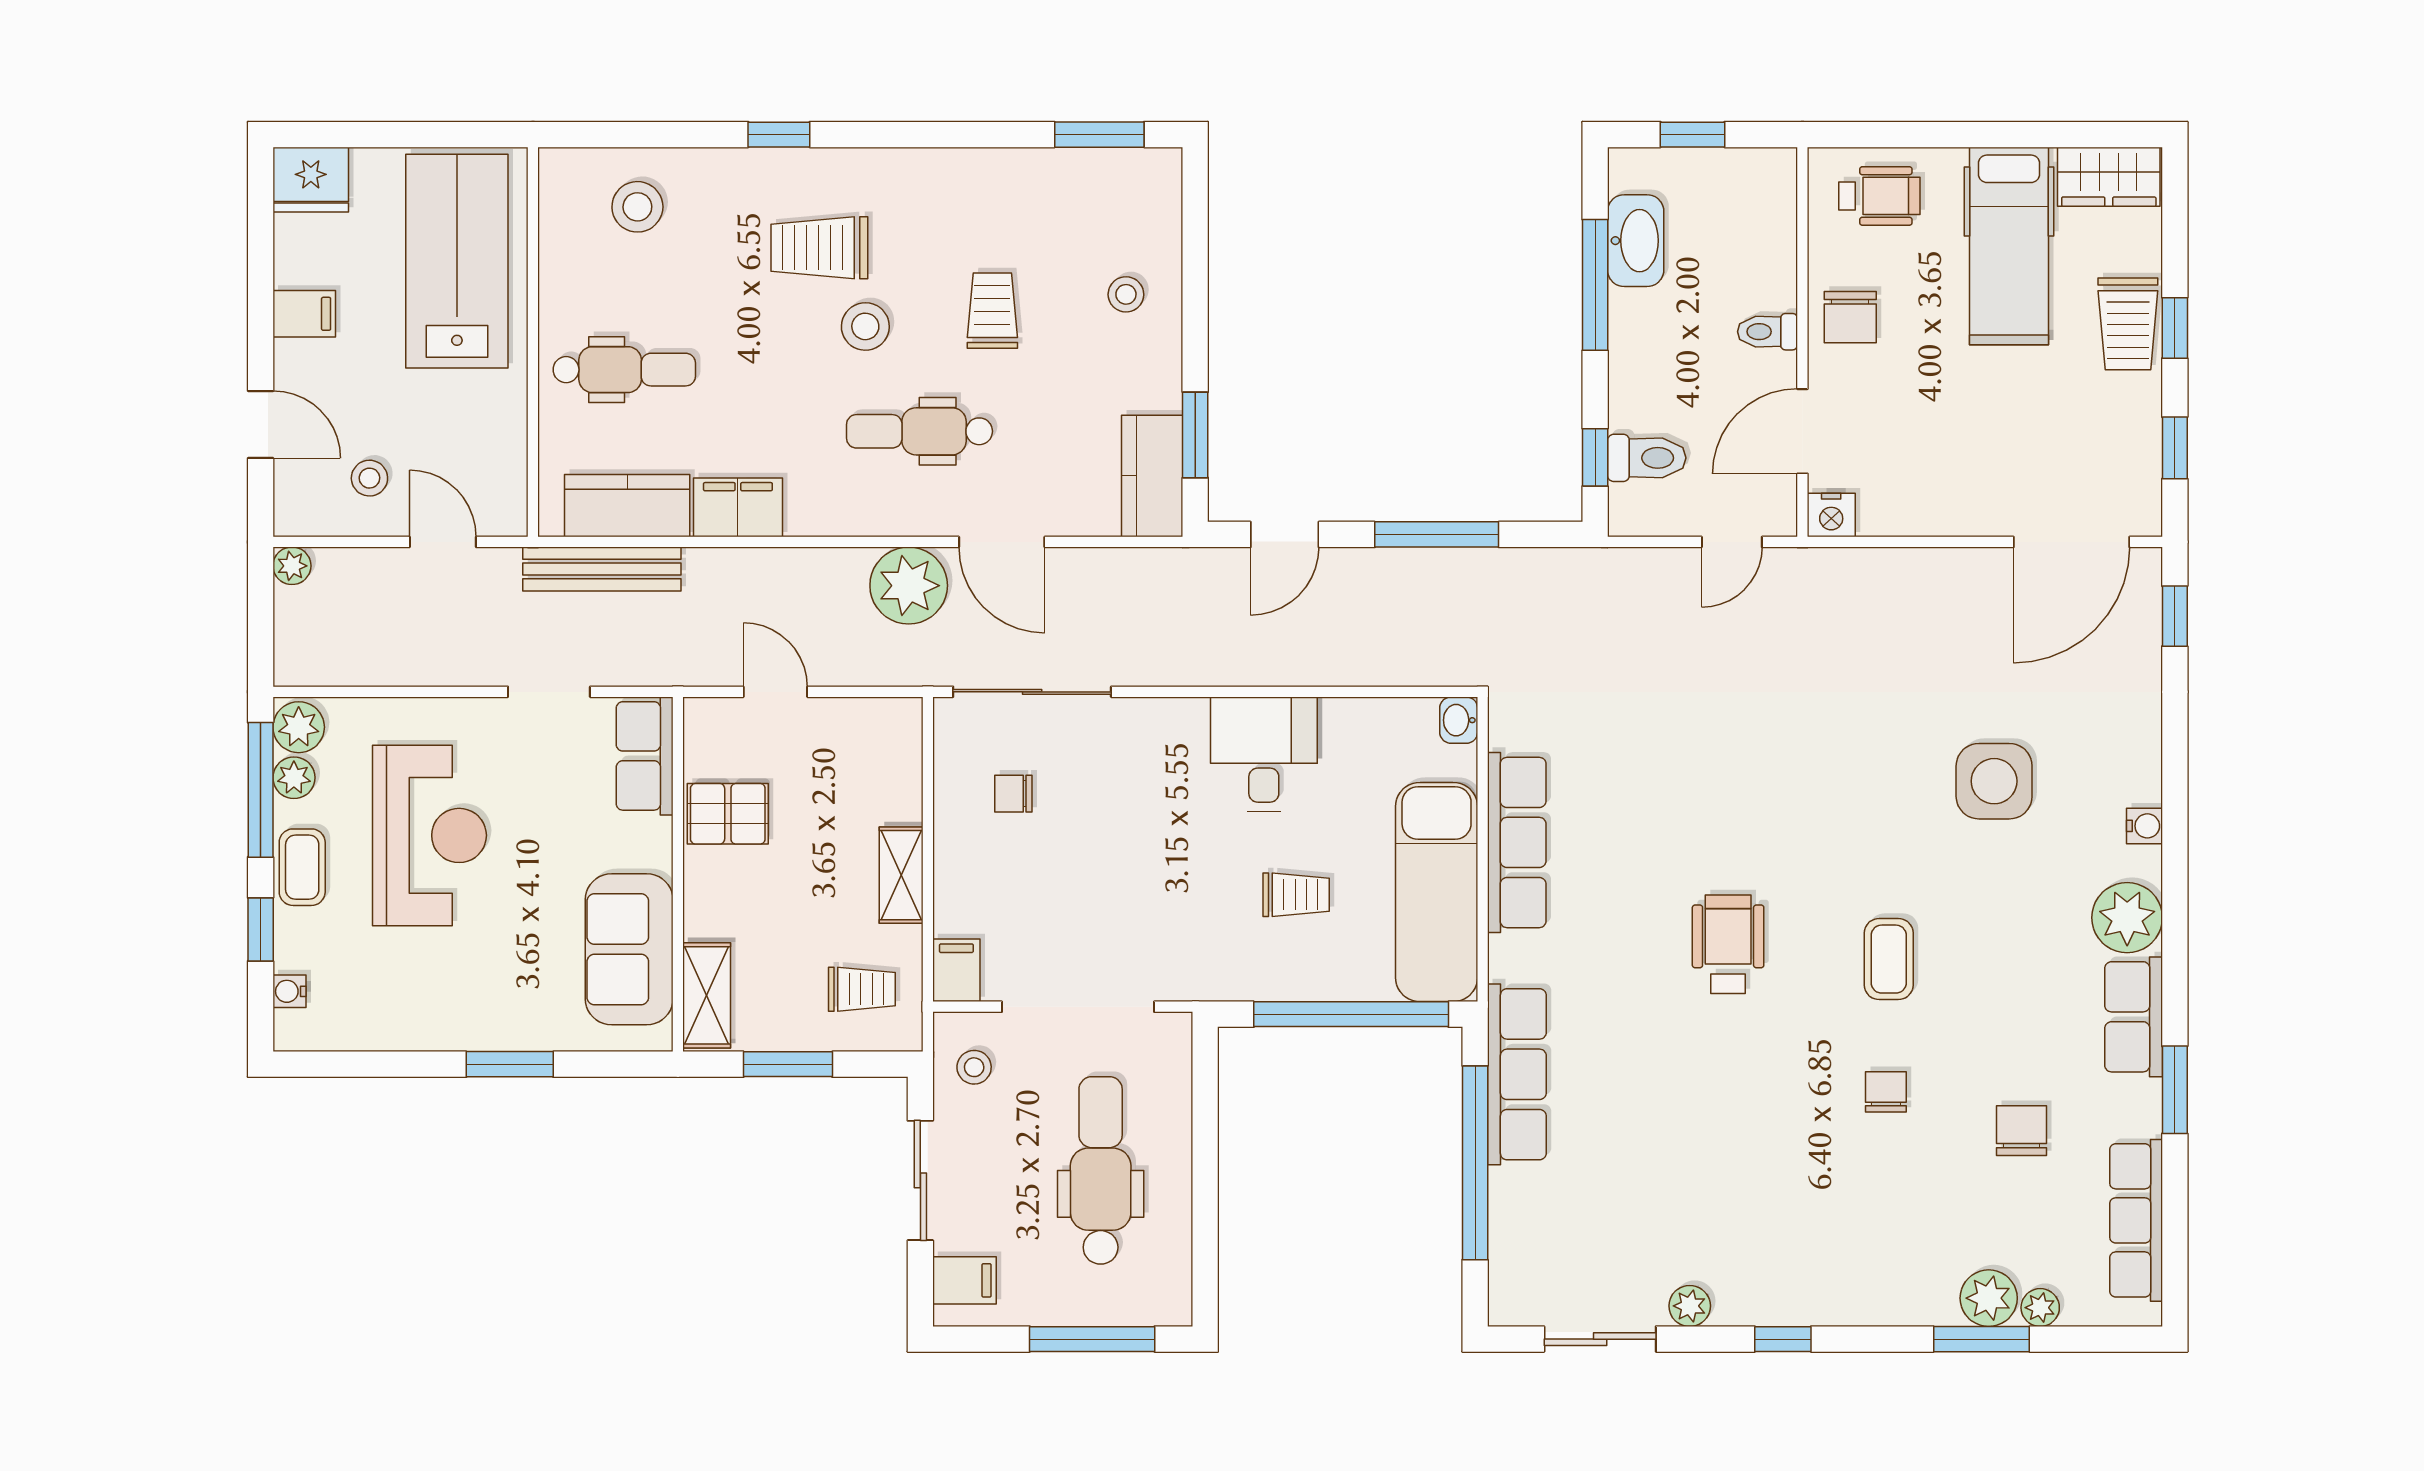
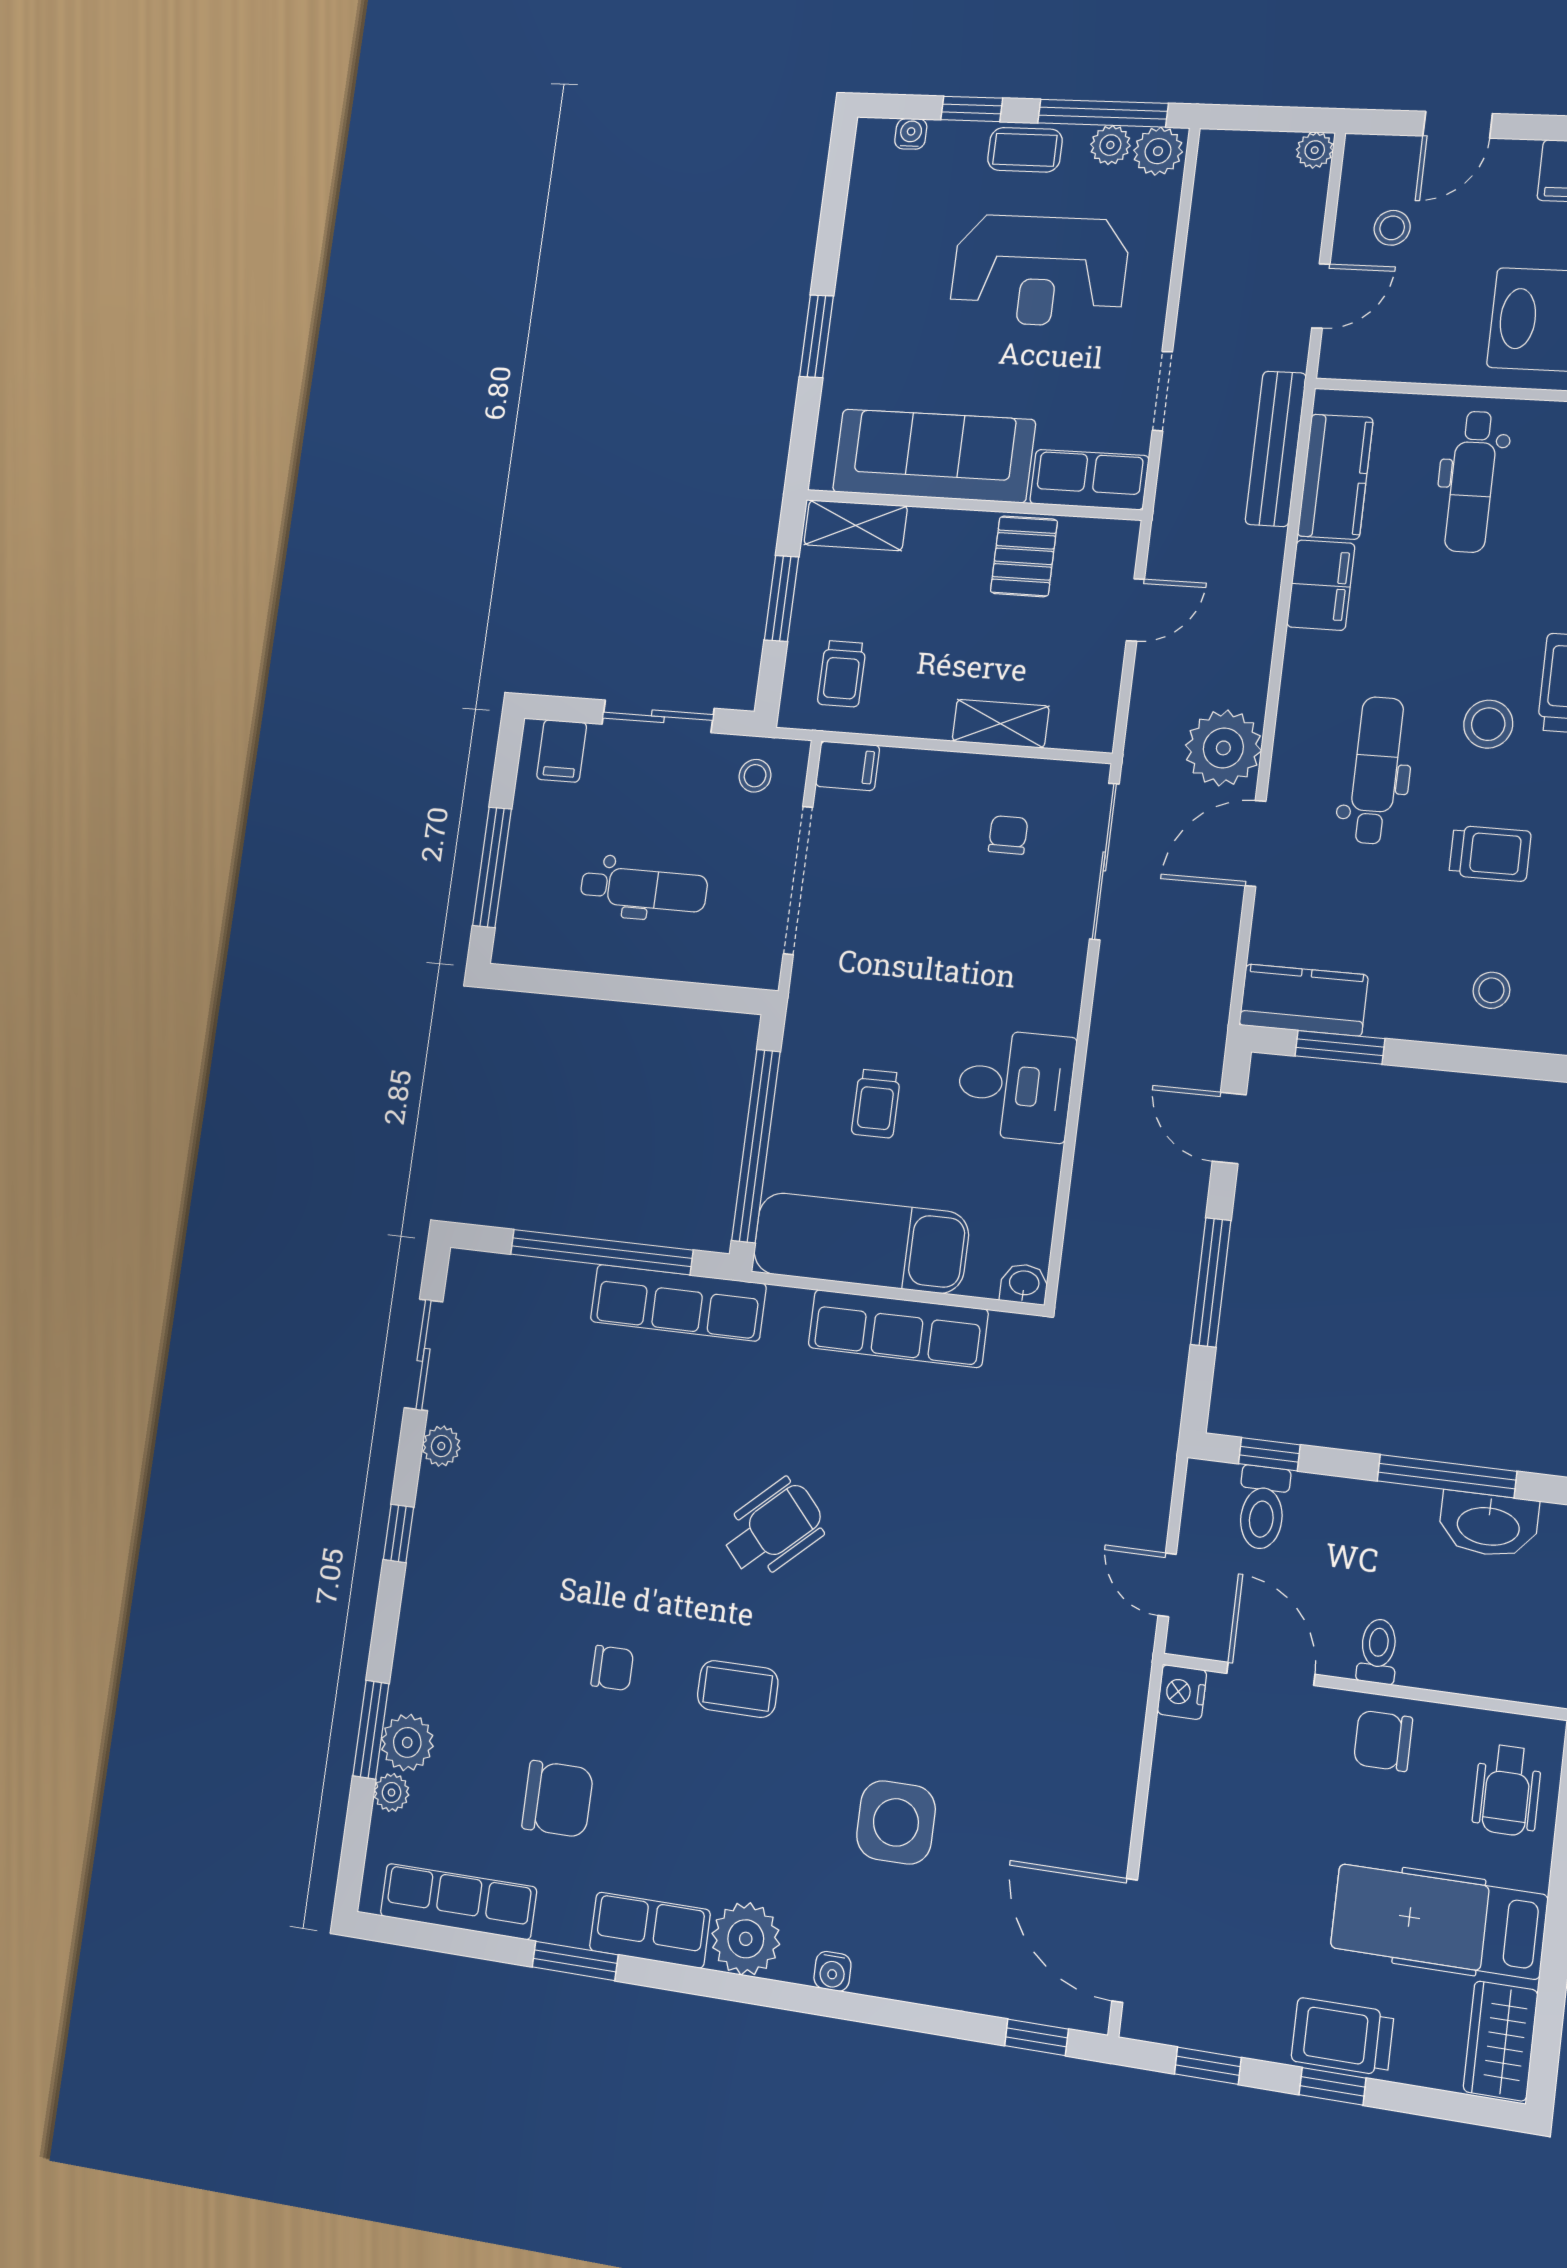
shelving: (901, 875) -> (1001, 724), moved
wheelchair: (1728, 944) -> (773, 1529), turned -42
sofa: (629, 949) -> (934, 456), width x1.36
chair: (2021, 1131) -> (558, 1799), width x1.37, depth x1.37
dental chair: (1101, 1170) -> (644, 889), width x0.73, depth x0.72

